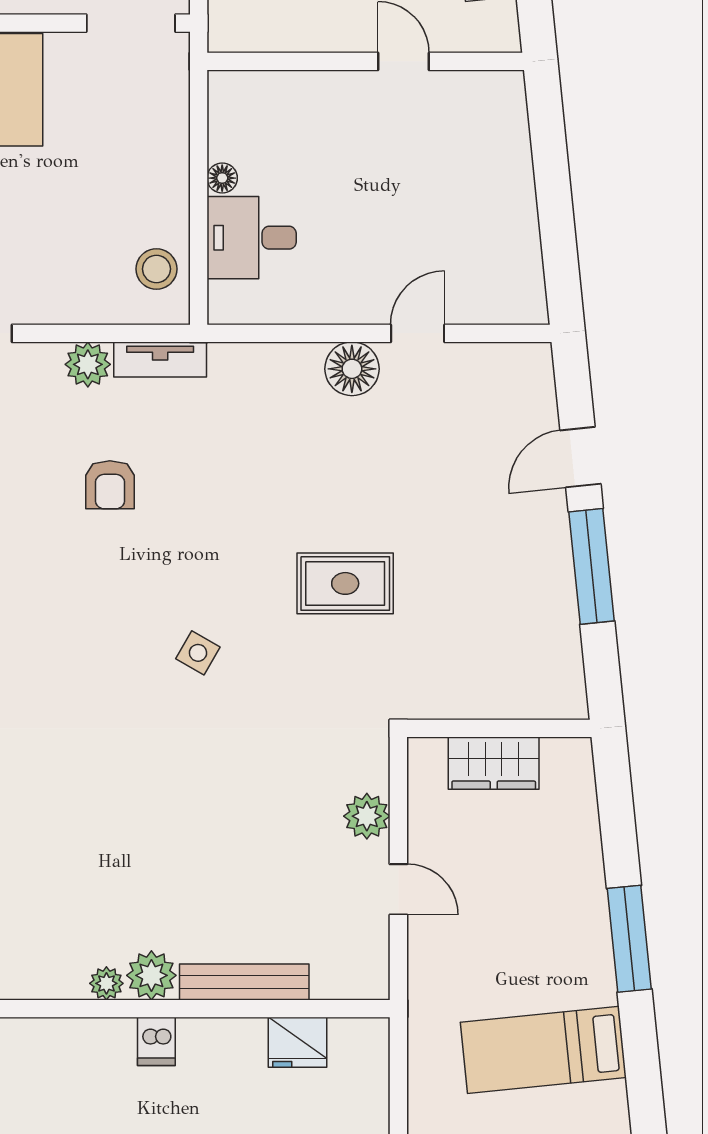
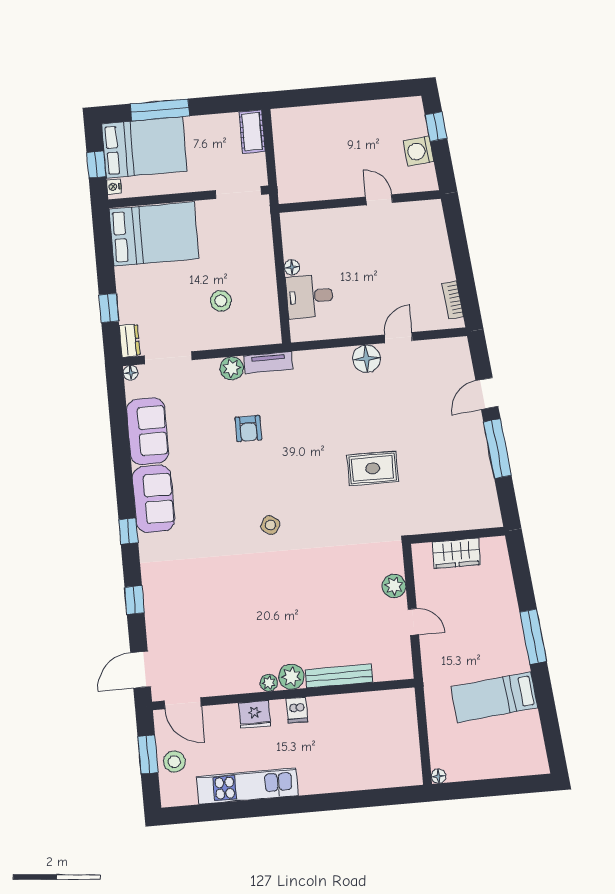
stool: (156, 269) -> (221, 301), moved
bookcase: (530, 269) -> (453, 300), added
side table: (198, 653) -> (270, 525), moved
fridge: (298, 1042) -> (255, 714), moved

